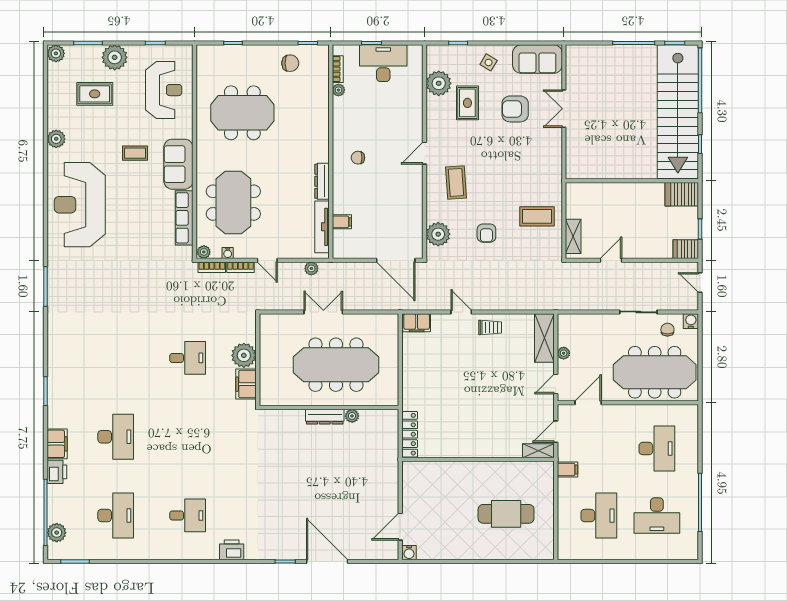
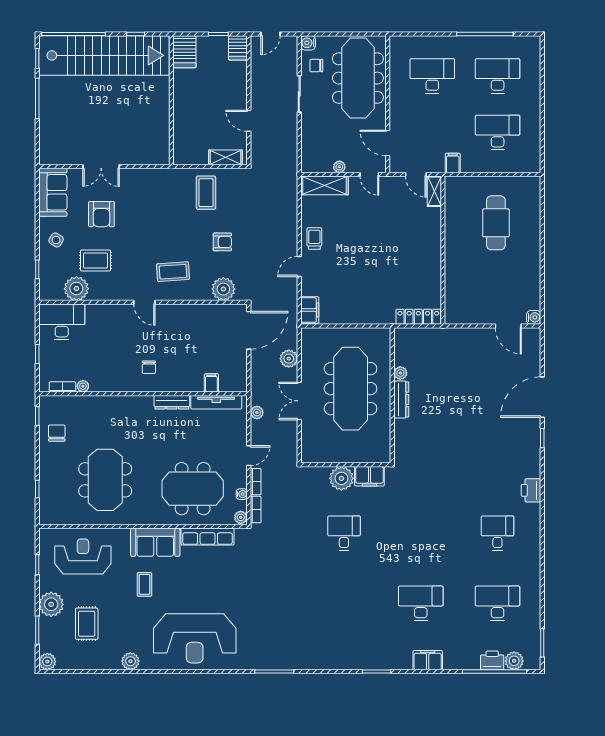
desk: (383, 63) -> (62, 322), moved, turned 90
plant: (367, 301) -> (289, 359), added
printer: (57, 472) -> (492, 660), moved
desk: (657, 516) -> (498, 76), turned -90

